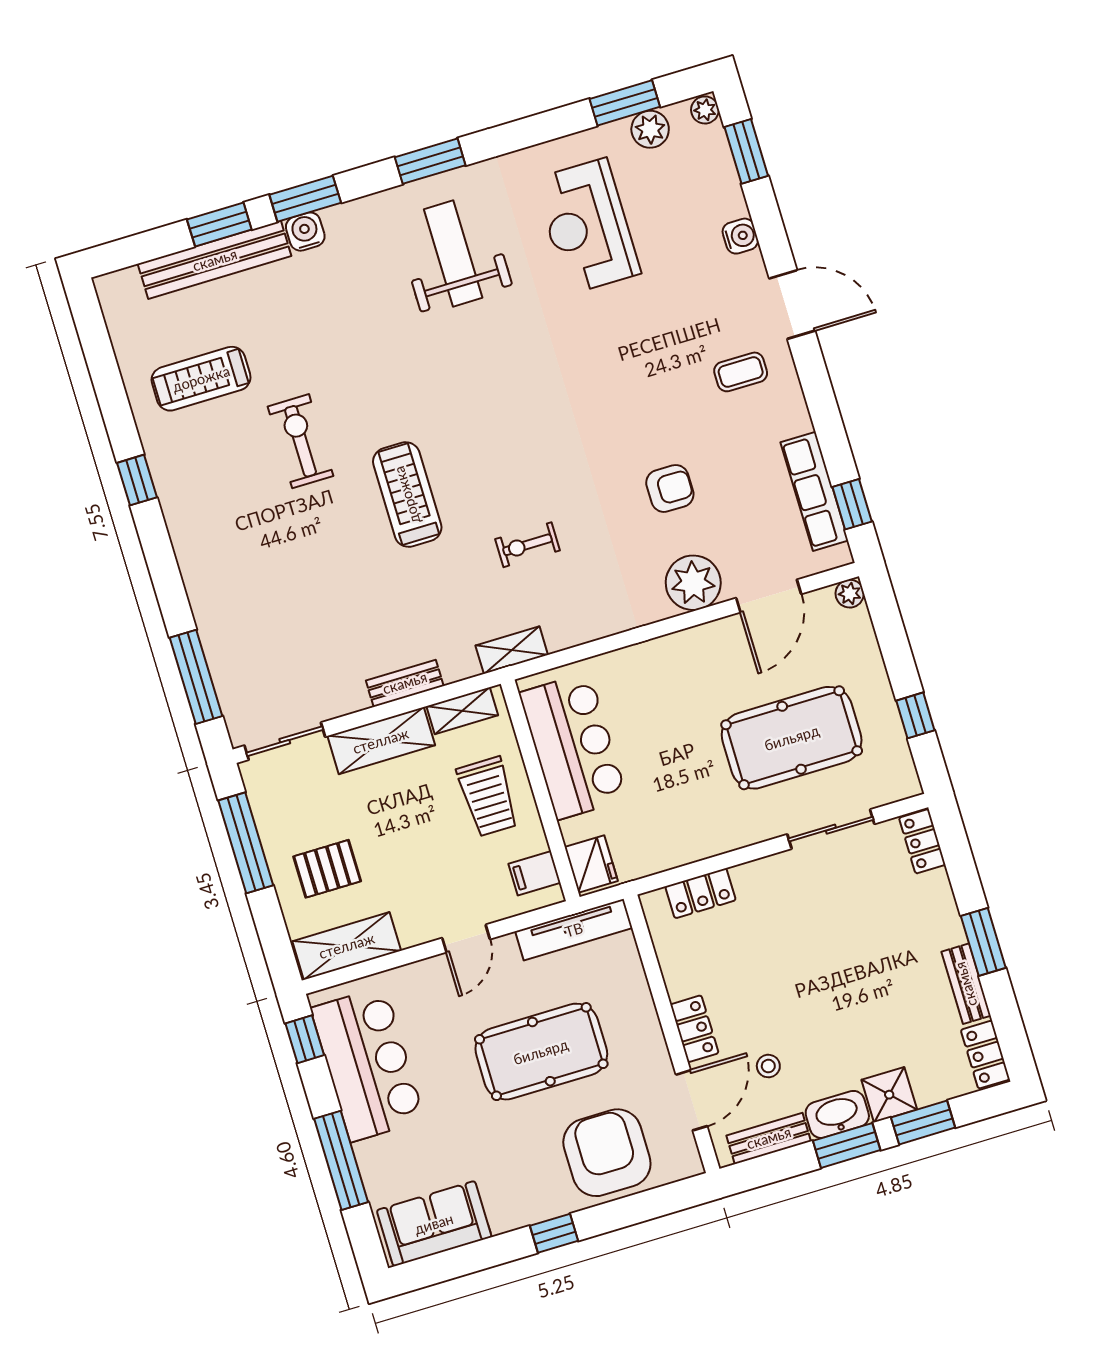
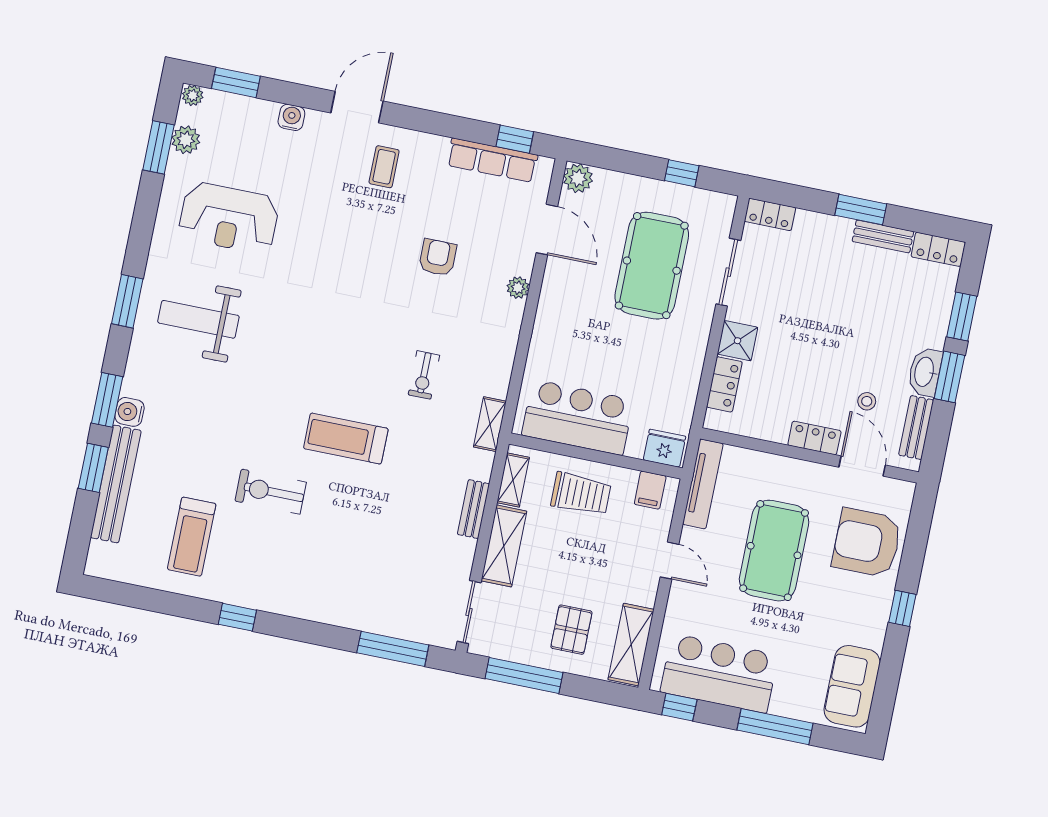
plant: (693, 583) -> (518, 288), width x0.53, depth x0.53
plant: (850, 594) -> (578, 178), width x1.38, depth x1.38
shower: (889, 1095) -> (738, 341), moved

